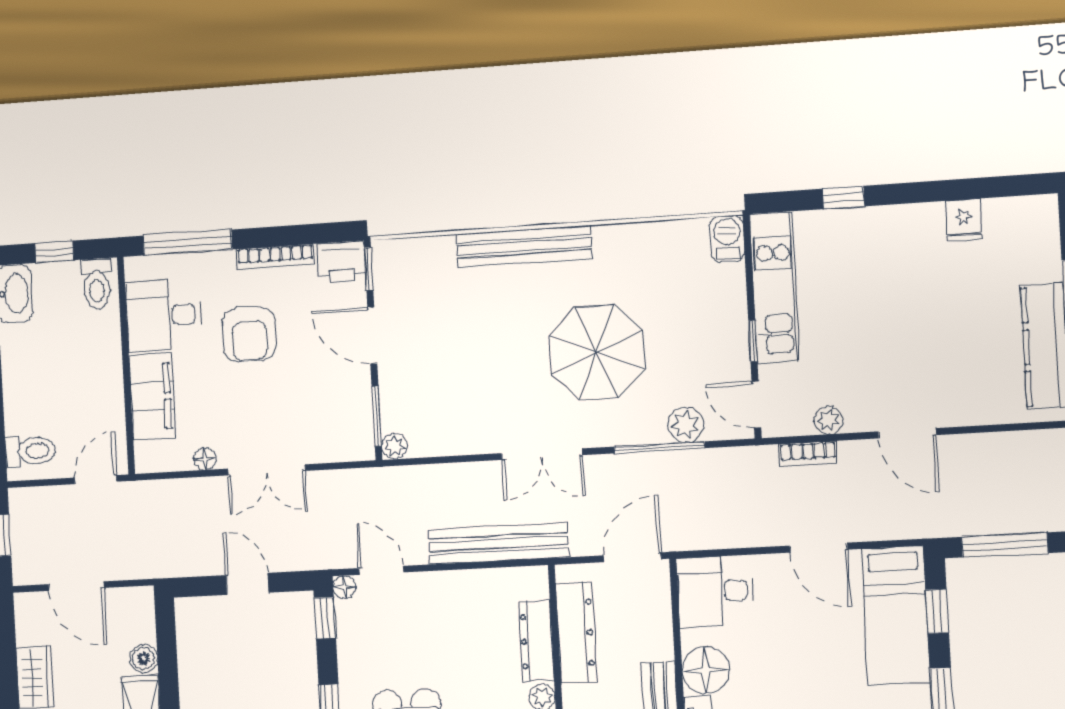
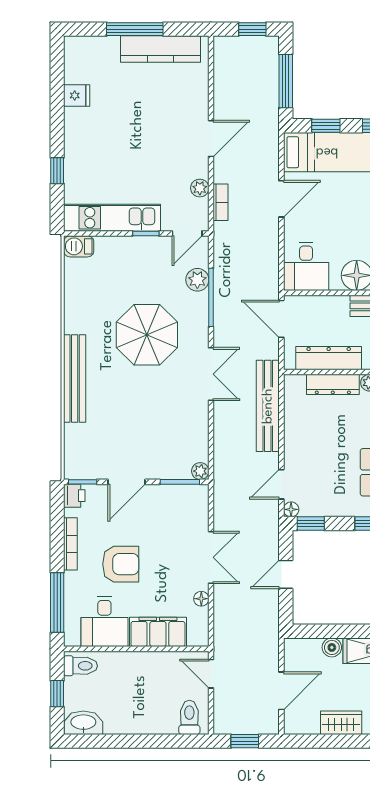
printer: (341, 262) -> (74, 496), width x0.73, depth x0.81

